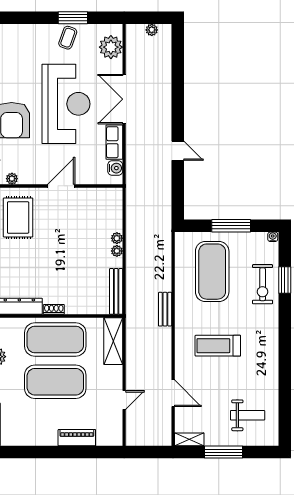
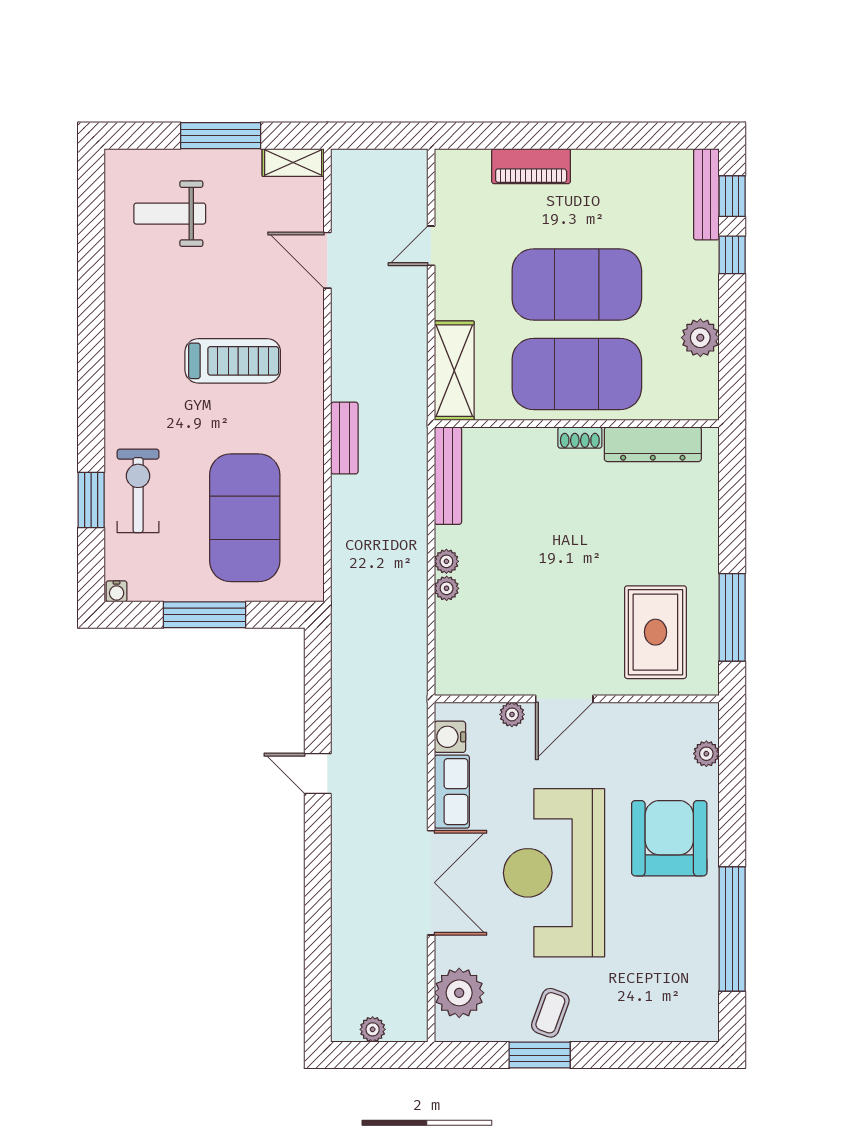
plant: (12, 179) -> (512, 714), moved

